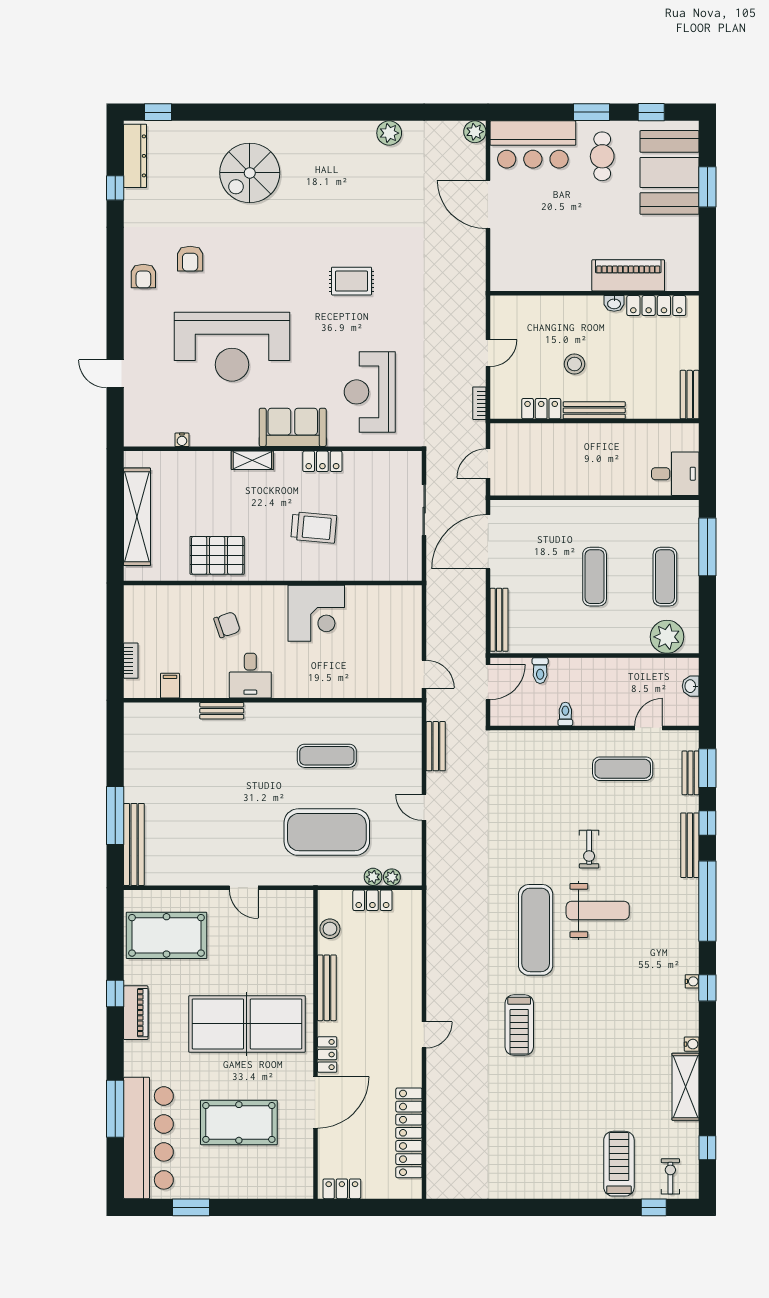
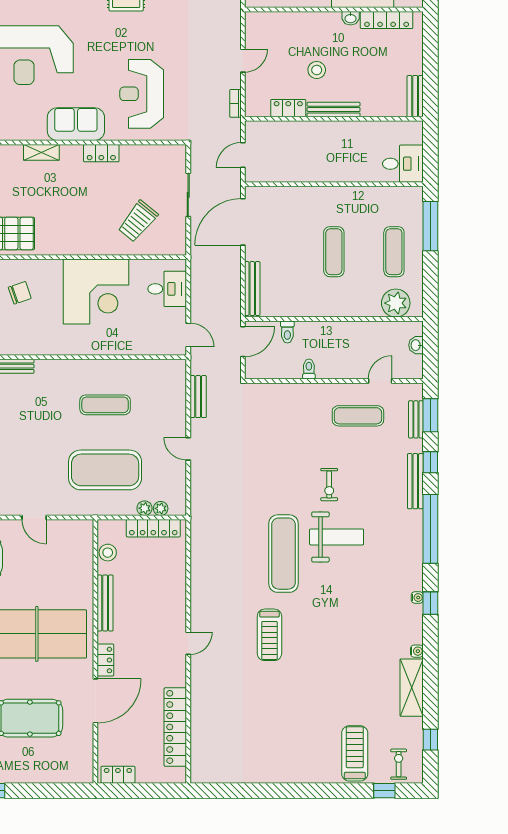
trolley: (314, 527) -> (138, 221), moved, turned 124
corner desk: (316, 613) -> (96, 292), width x1.36, depth x1.36
desk: (250, 676) -> (167, 289), moved, turned -90
locker: (372, 900) -> (153, 528), width x1.53

